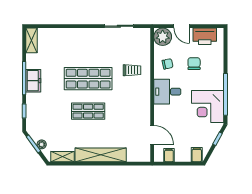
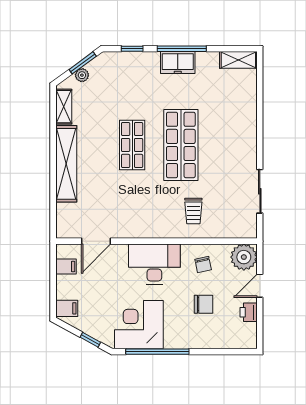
printer: (205, 36) -> (249, 312), width x0.53, depth x0.68
desk: (167, 92) -> (154, 264), width x1.37

